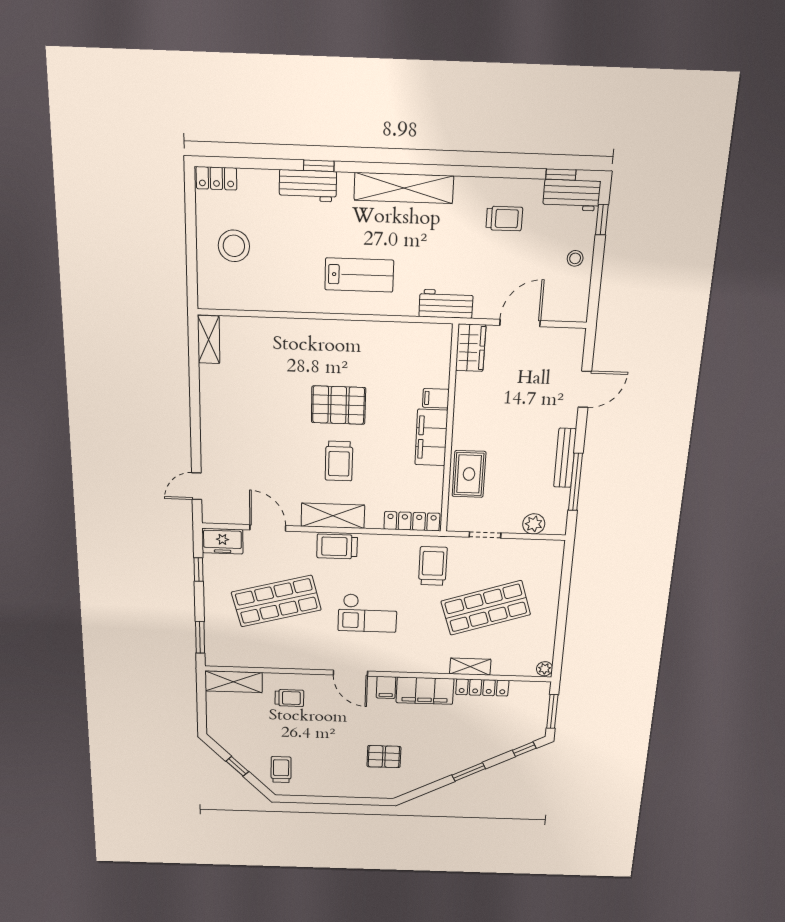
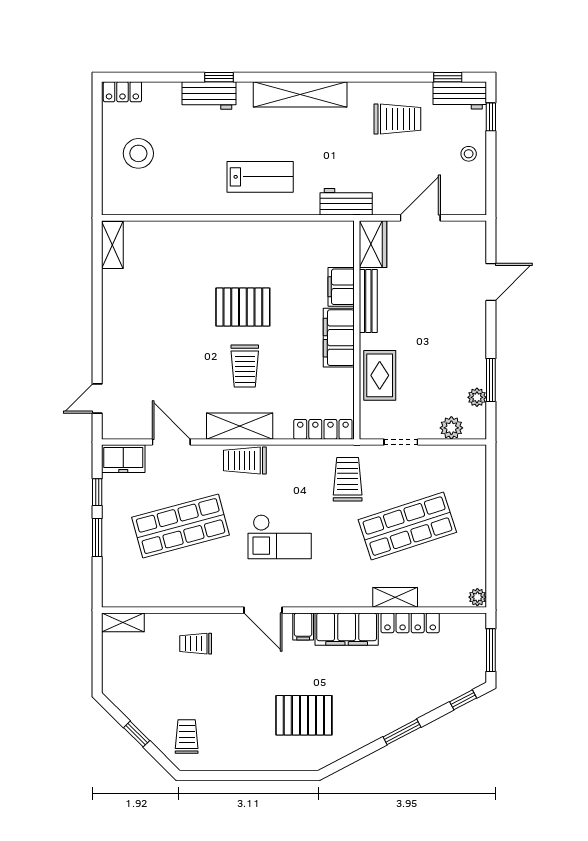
trolley: (504, 218) -> (397, 119), width x1.36, depth x1.39
filing cabinet: (436, 398) -> (341, 287), width x2.00
bench: (565, 458) -> (368, 301), moved
window: (575, 482) -> (491, 380), width x0.69
plant: (561, 497) -> (477, 397), added
window: (200, 637) -> (97, 537), moved
shelving: (234, 682) -> (123, 622), width x0.67, depth x0.75
trolley: (289, 698) -> (196, 644), turned 180
pallet: (384, 757) -> (304, 715), width x1.50, depth x1.42

